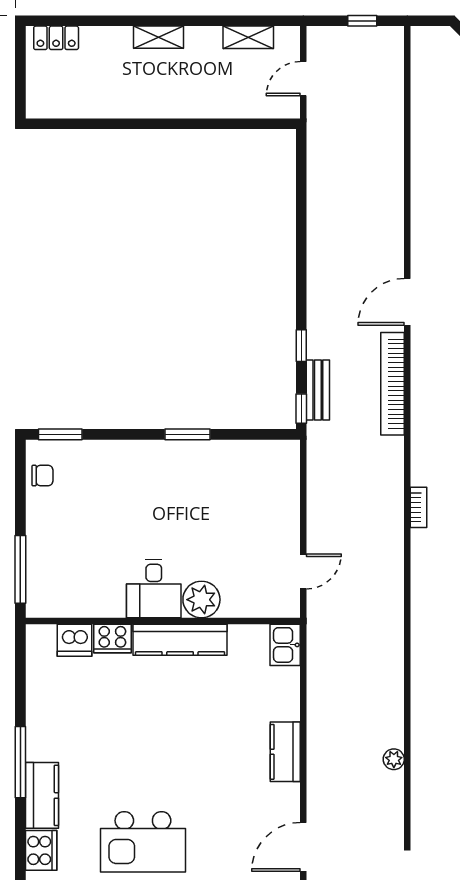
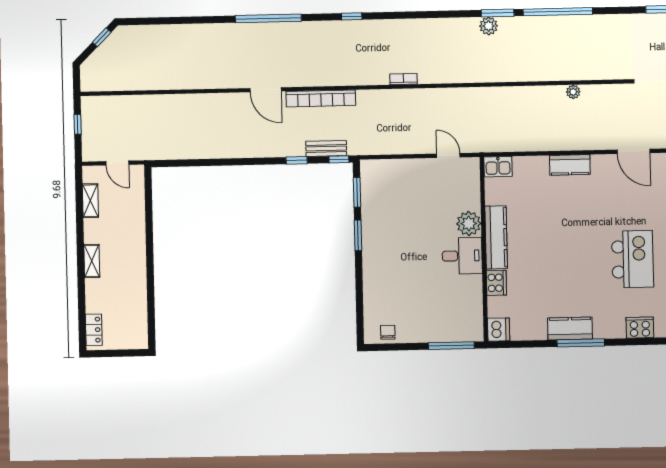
window: (60, 434) -> (357, 192), moved
dishwasher: (75, 640) -> (499, 330), moved
kitchen counter: (42, 795) -> (570, 328), moved

